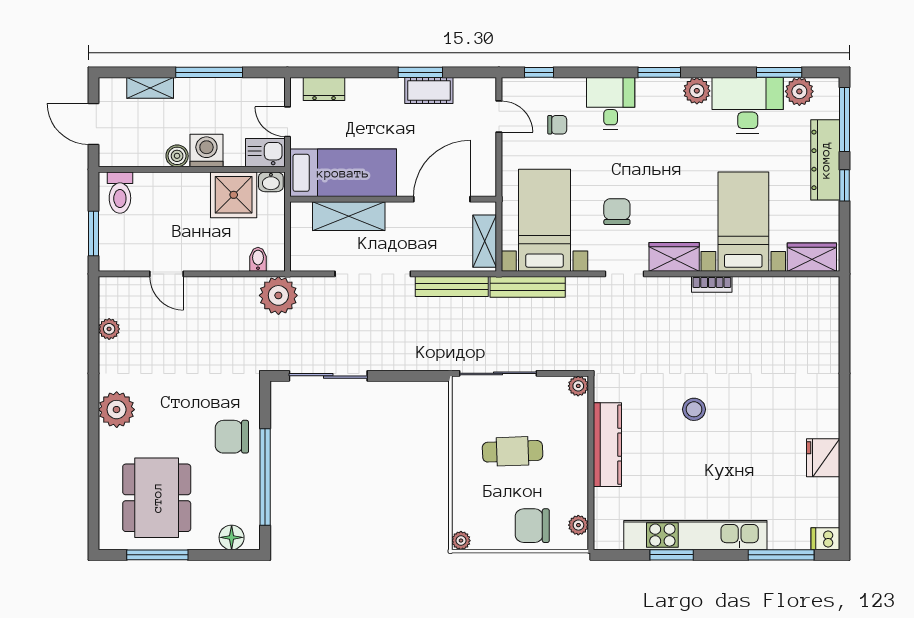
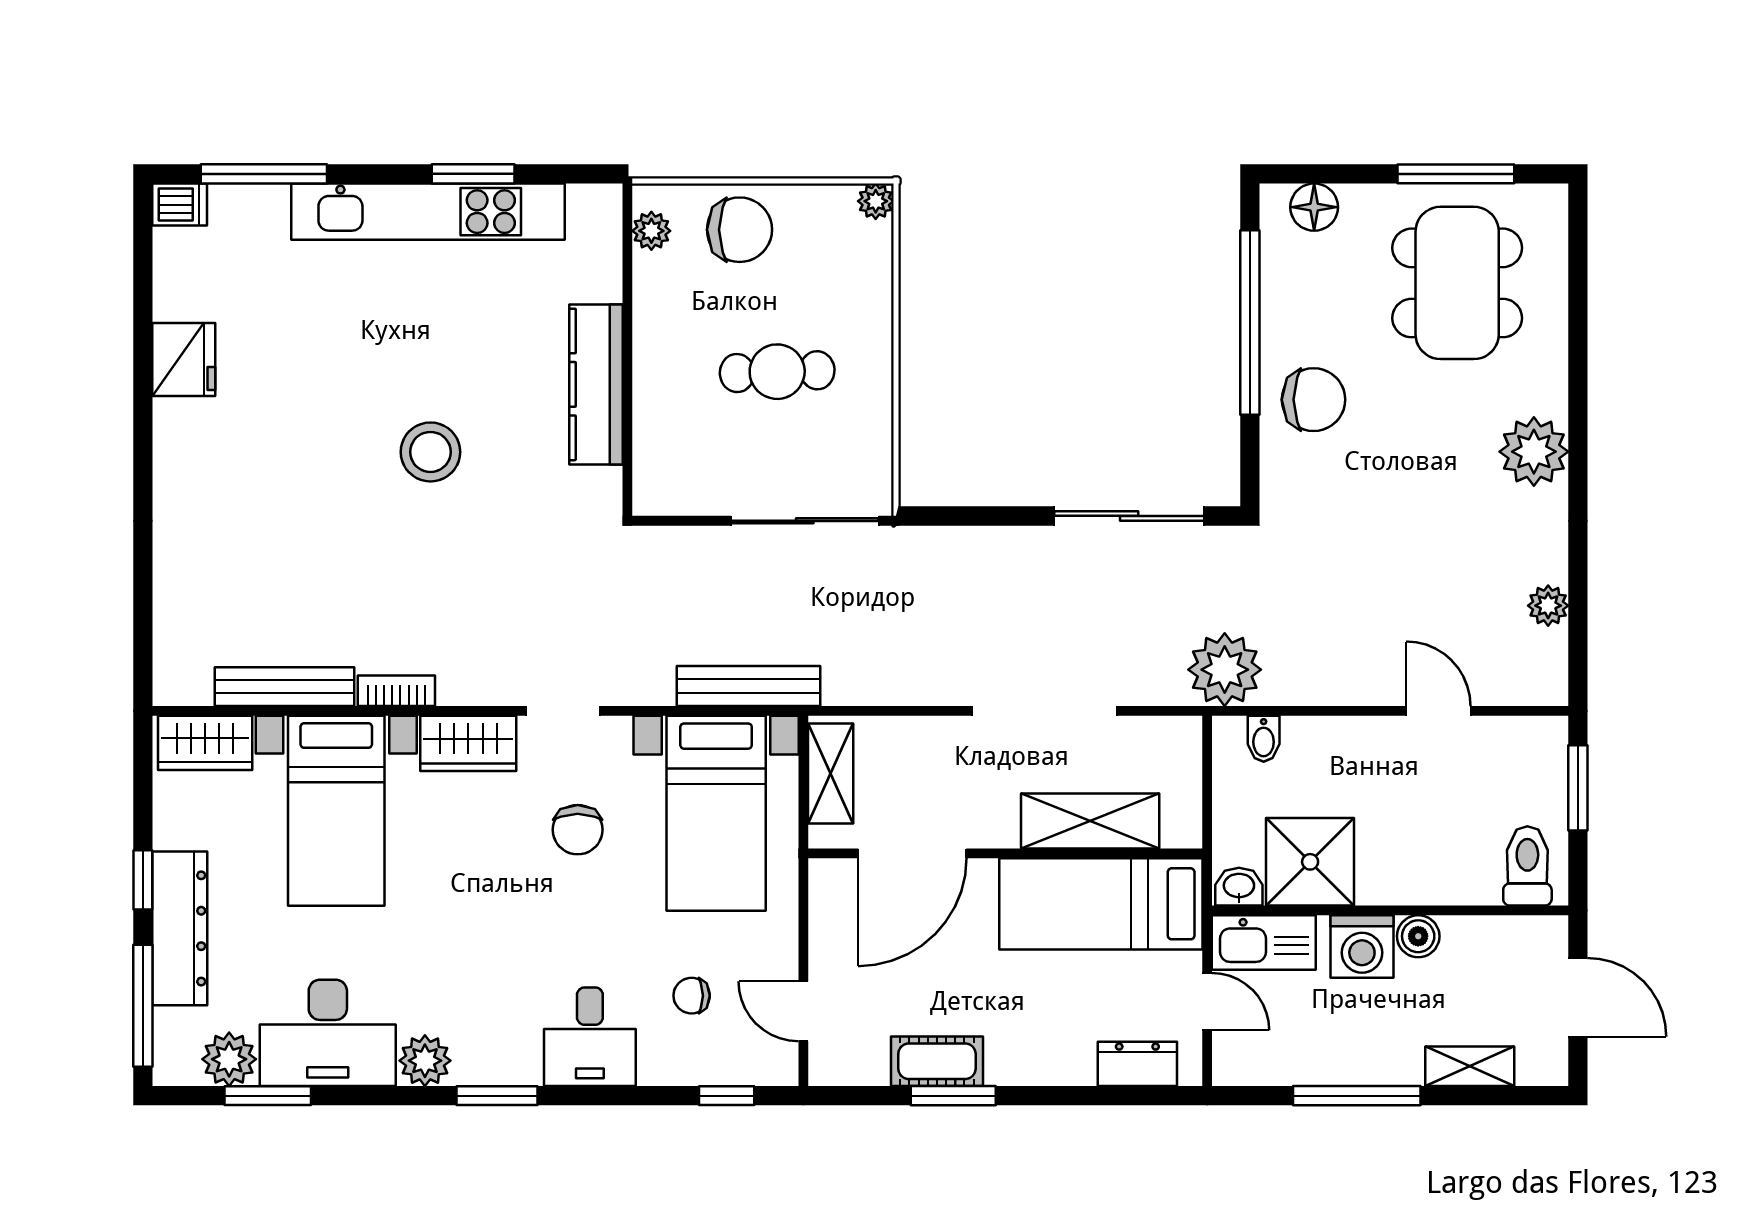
kitchen sink: (265, 153) -> (1264, 942), width x1.38
bench: (452, 287) -> (284, 687), moved
plant: (578, 386) -> (652, 497), removed
stool: (694, 409) -> (430, 452), width x1.38, depth x1.38

